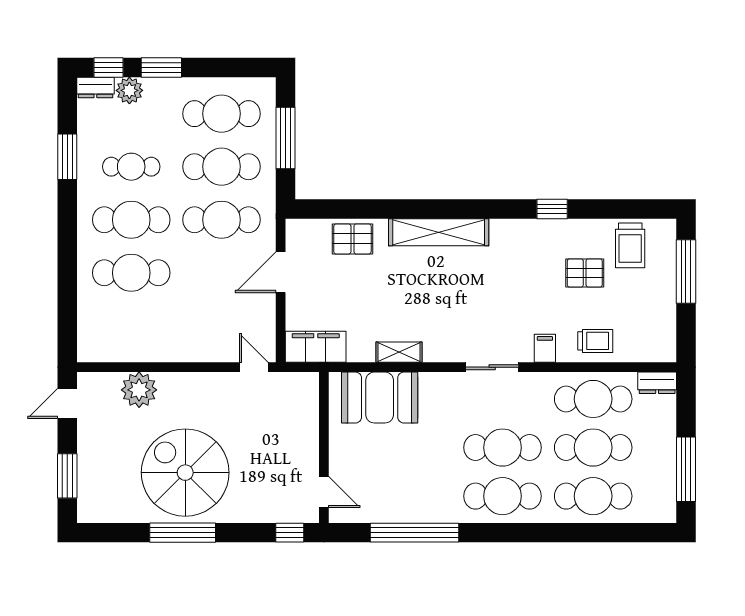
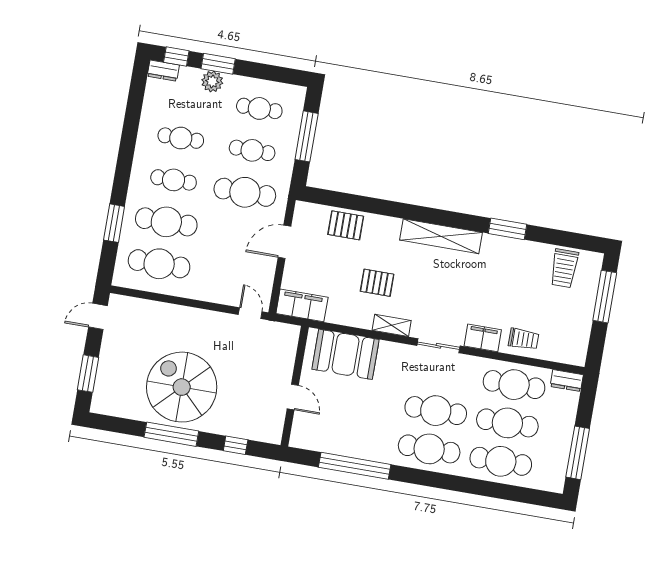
plant: (129, 90) -> (212, 81), moved
cafe table: (222, 114) -> (259, 108), width x0.73, depth x0.74
window: (67, 157) -> (114, 223), moved
cafe table: (222, 167) -> (252, 150), width x0.73, depth x0.74
window: (552, 209) -> (507, 229), width x1.50
cafe table: (131, 220) -> (174, 180), width x0.73, depth x0.74
shelving: (439, 232) -> (441, 236), moved
pallet: (585, 273) -> (377, 283), moved
cafe table: (131, 326) -> (159, 264), added
filing cabinet: (545, 348) -> (483, 338), width x2.00
shelving: (399, 352) -> (392, 325), moved
plant: (139, 390) -> (156, 315), removed
door: (324, 492) -> (293, 397), moved
window: (290, 533) -> (236, 445), moved

